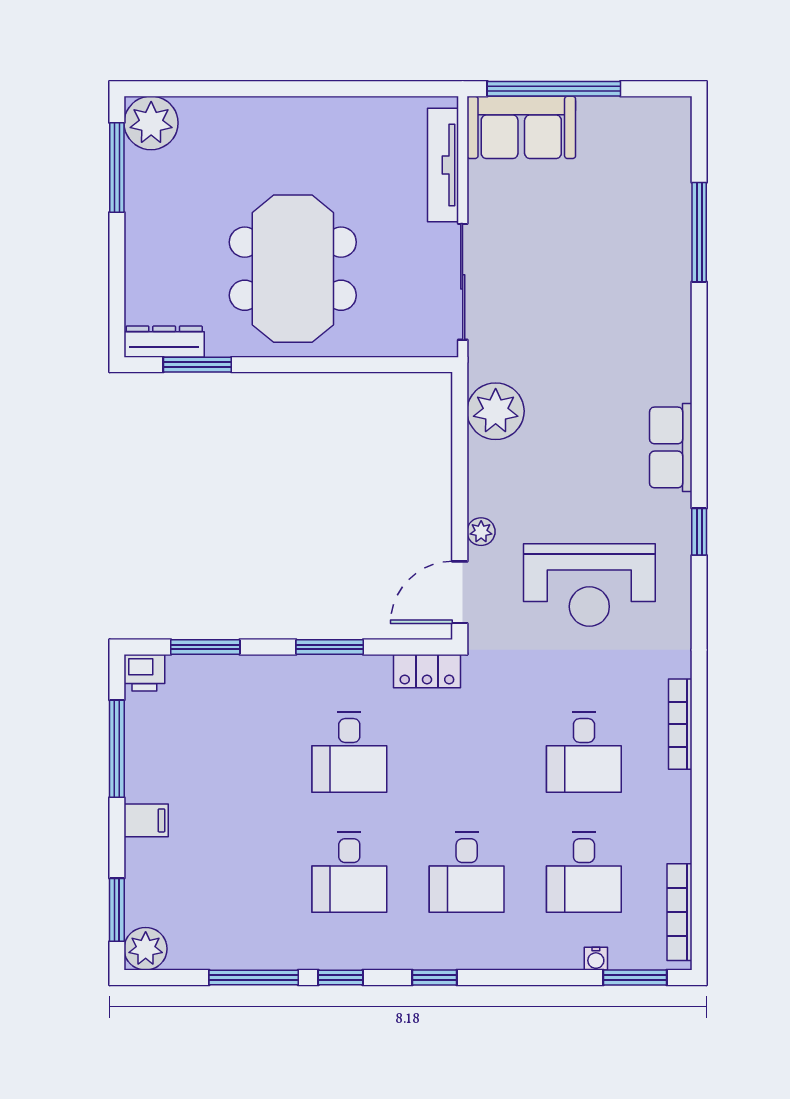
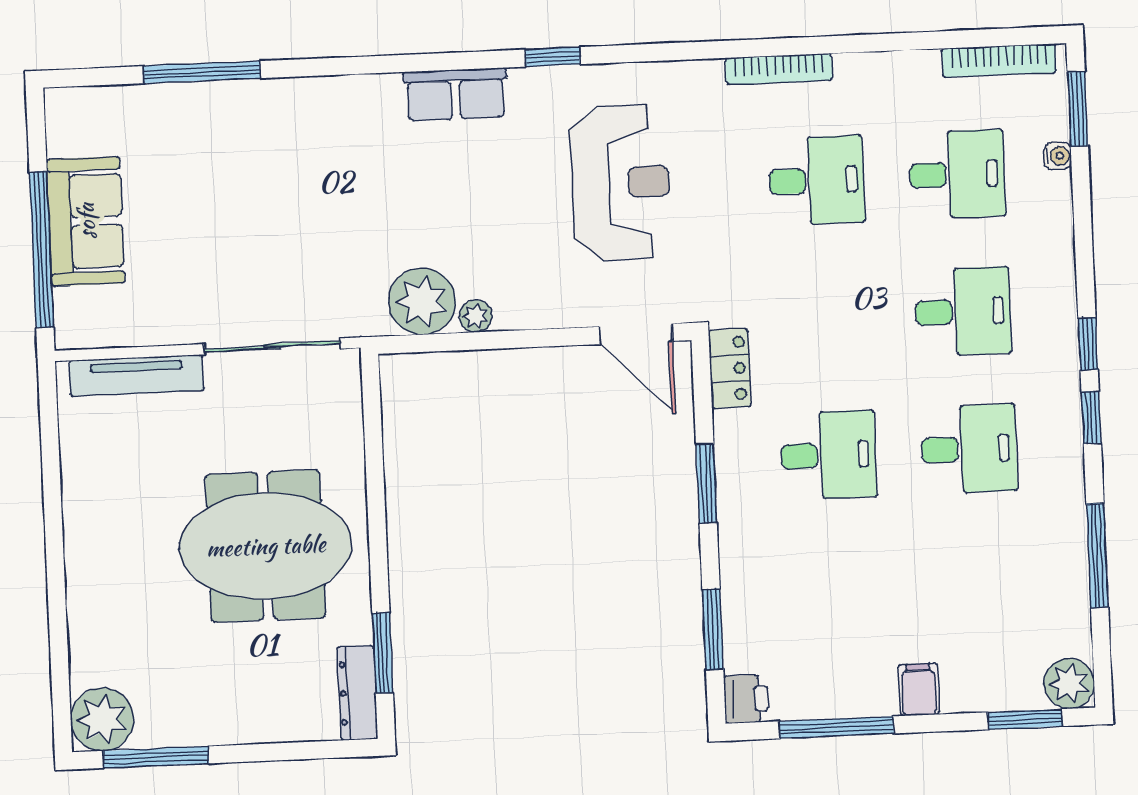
sofa: (521, 127) -> (86, 221), moved
plant: (481, 532) -> (476, 316), moved
window: (340, 978) -> (1091, 417), moved

